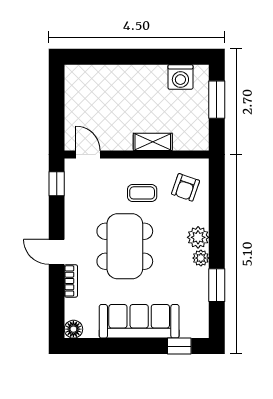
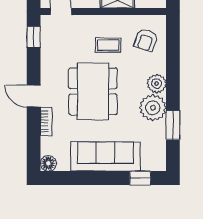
plant: (201, 258) -> (153, 108), width x1.87, depth x1.87

